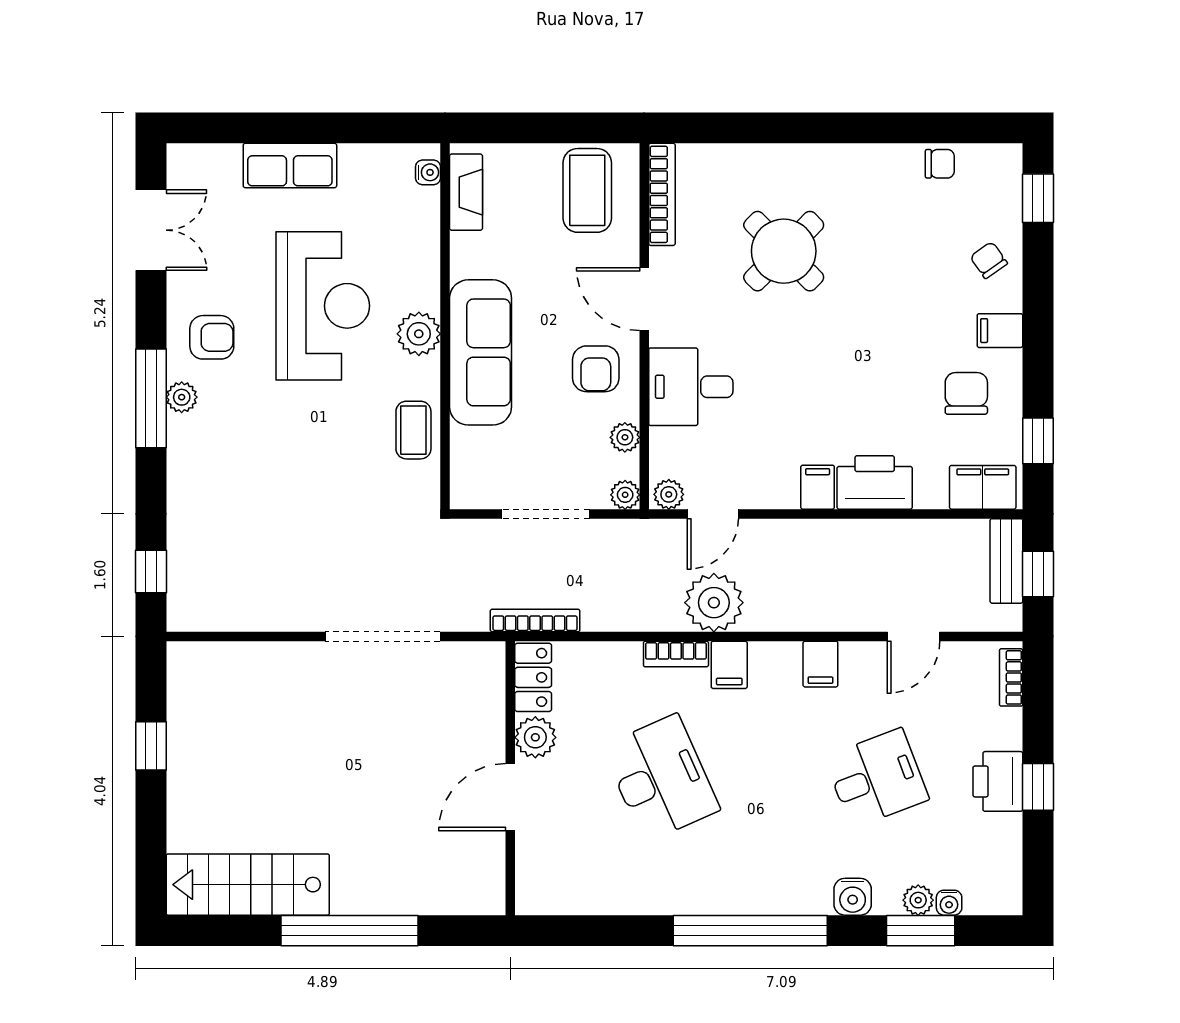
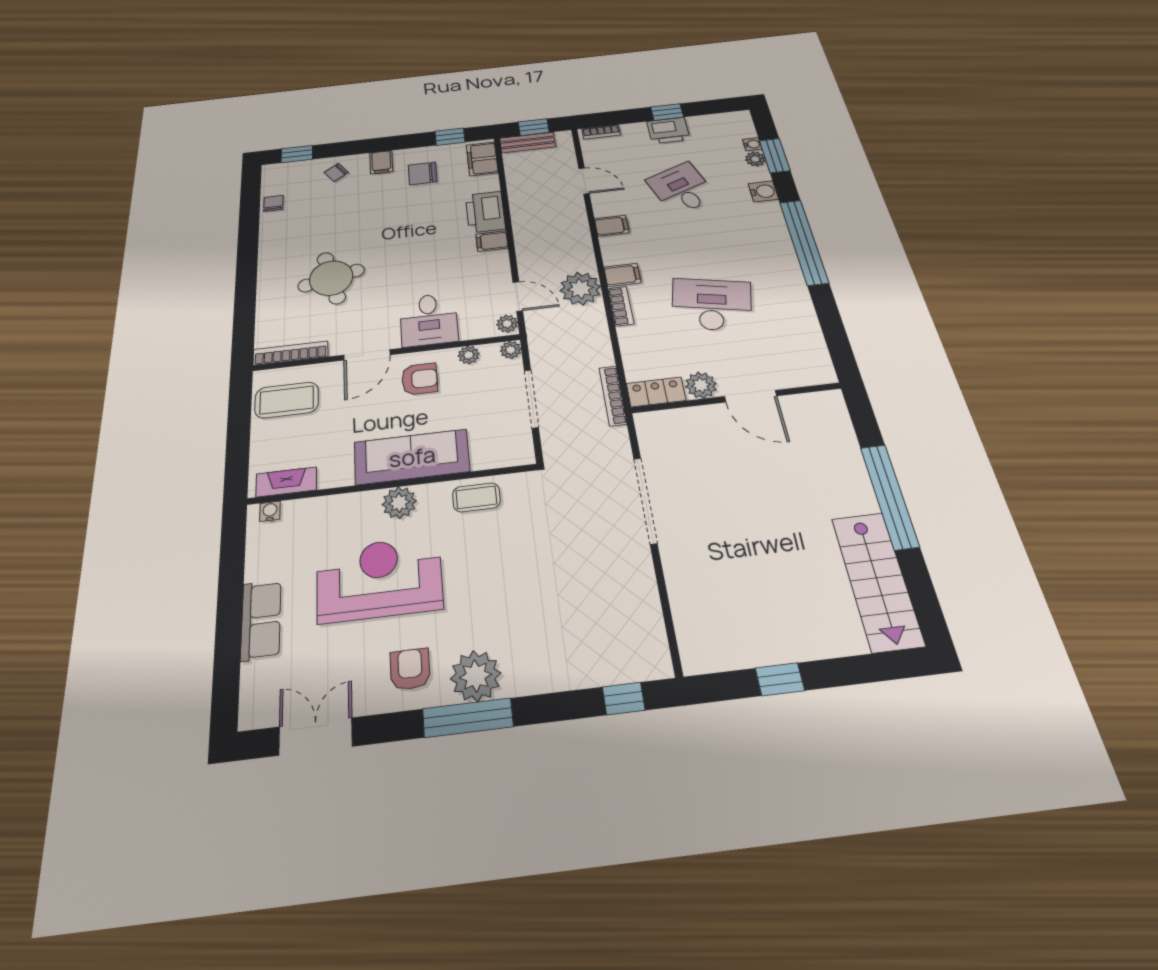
round table: (784, 251) -> (331, 278), turned 32
plant: (182, 397) -> (476, 676), width x1.87, depth x1.87
desk: (661, 778) -> (712, 305), turned 36

